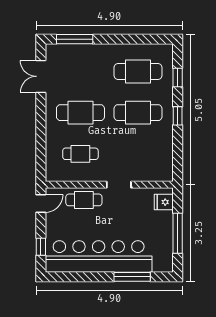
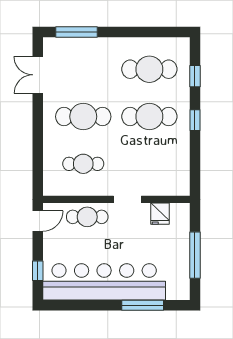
fridge: (164, 202) -> (160, 214), moved, turned -90

